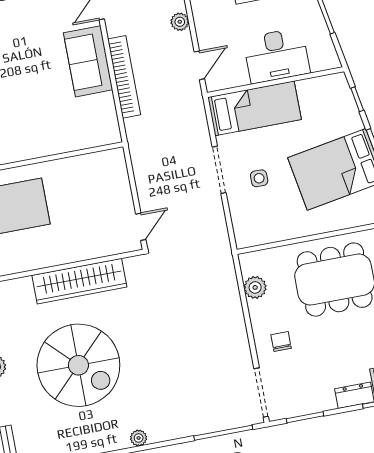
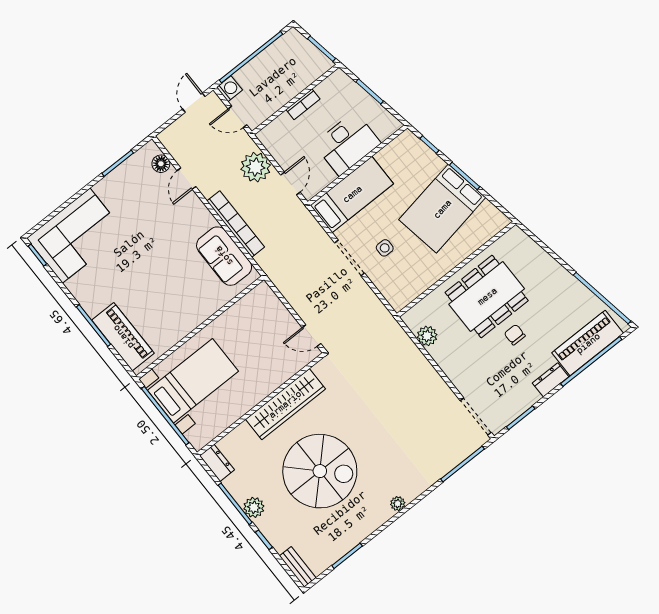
plant: (180, 22) -> (256, 167), width x1.87, depth x1.87
sofa: (88, 61) -> (224, 256), moved
door: (141, 227) -> (311, 336), swing flipped
chair: (281, 342) -> (515, 335), moved

